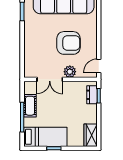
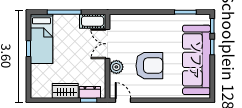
armchair: (69, 43) -> (149, 66), turned -90
cot: (30, 106) -> (93, 21), moved
wardrobe: (91, 135) -> (65, 91), moved

